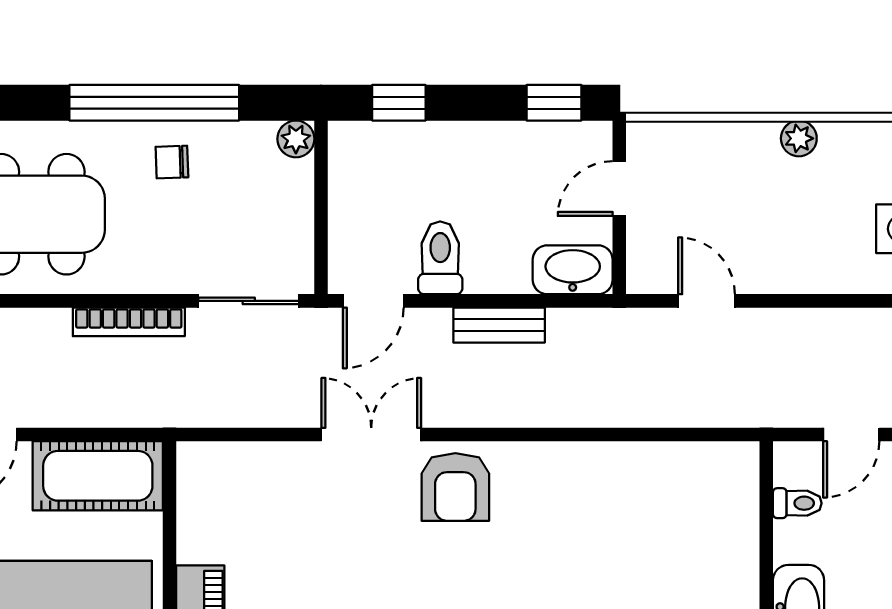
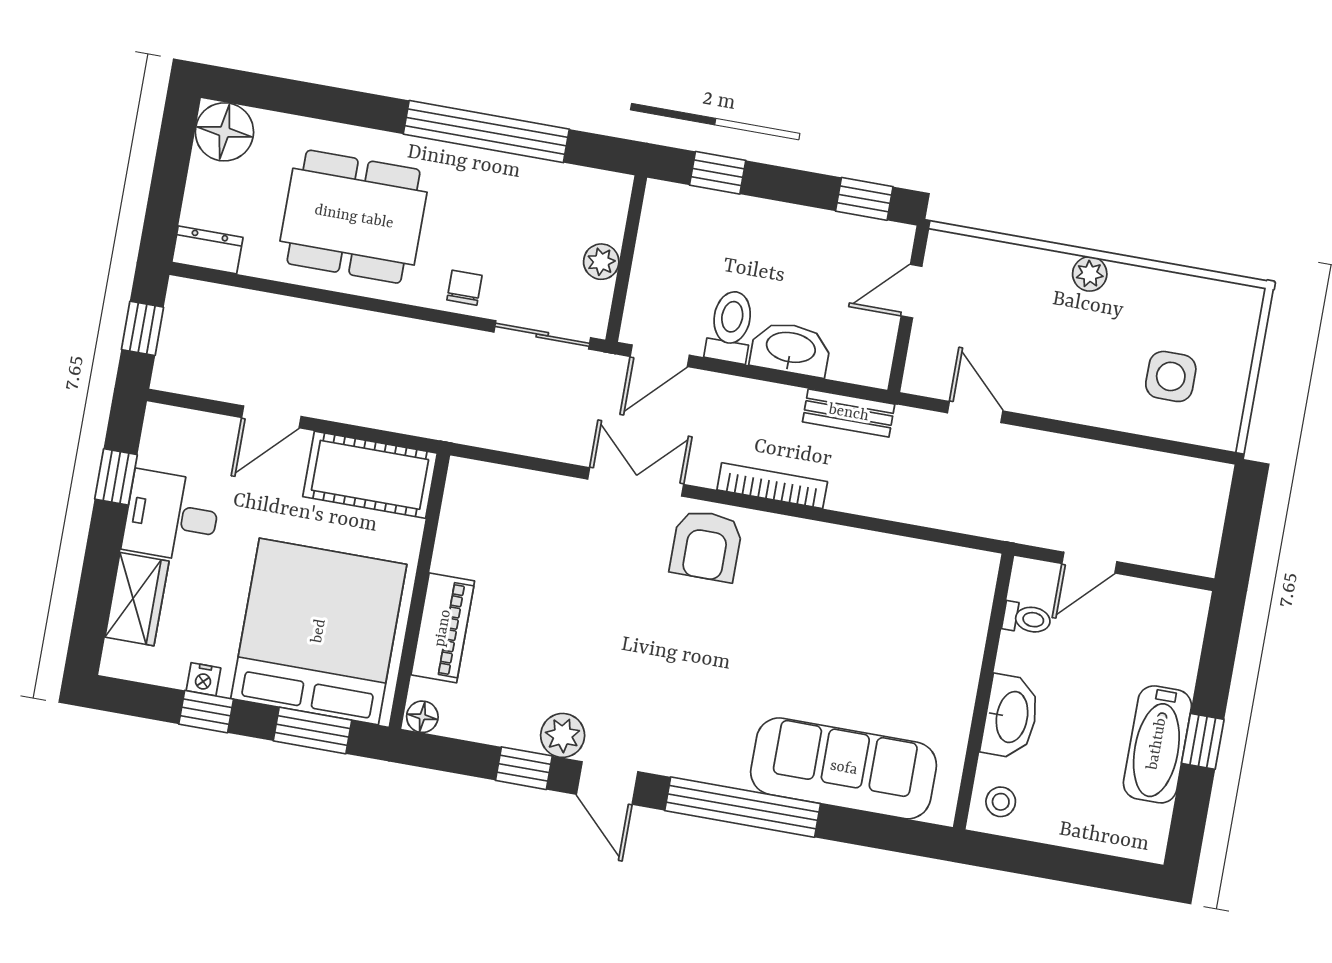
plant: (296, 139) -> (601, 262), moved
chair: (172, 162) -> (464, 288), moved, turned 92
washbasin: (573, 270) -> (791, 349), moved
bookcase: (129, 322) -> (772, 486), moved, turned 180
bench: (499, 325) -> (849, 413), moved

